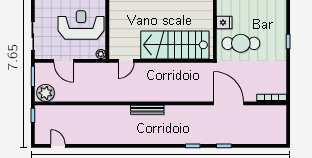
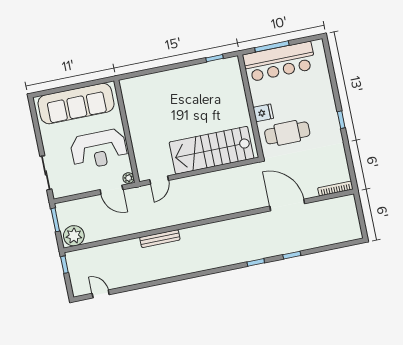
reception desk: (81, 25) -> (99, 149), turned 180
door: (64, 61) -> (111, 190), moved
bench: (147, 110) -> (160, 239), moved

